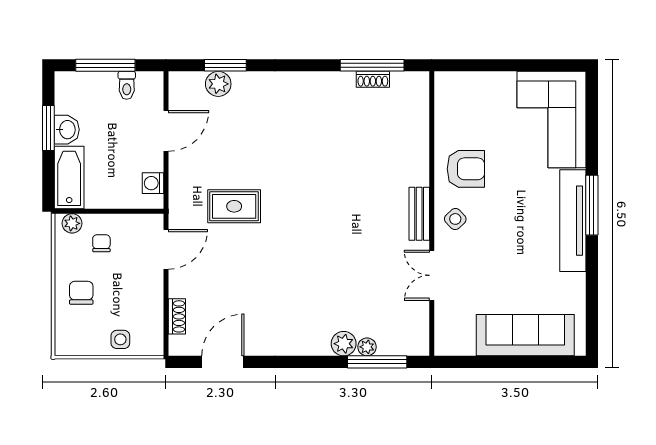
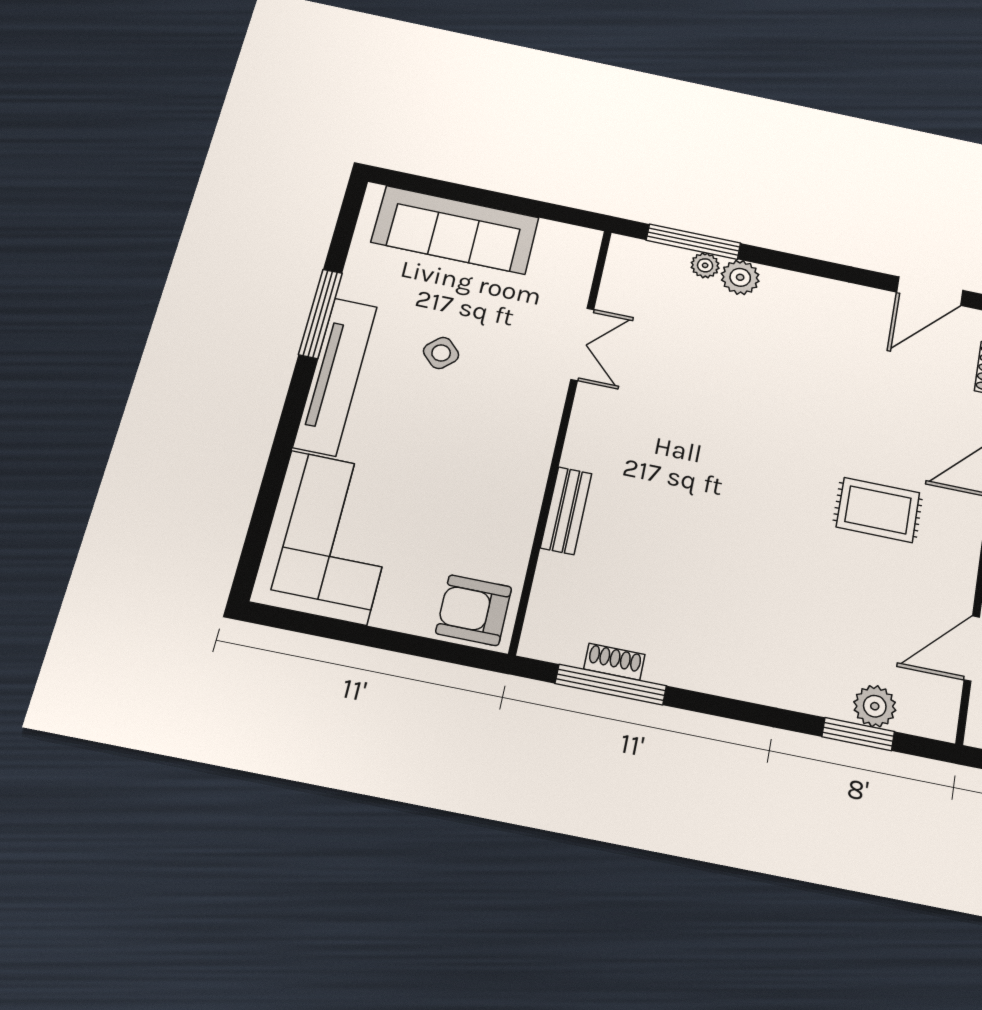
armchair: (466, 169) -> (474, 610), moved
window: (592, 205) -> (320, 314), moved
bench: (419, 214) -> (566, 511), moved
side table: (455, 219) -> (441, 353), moved

